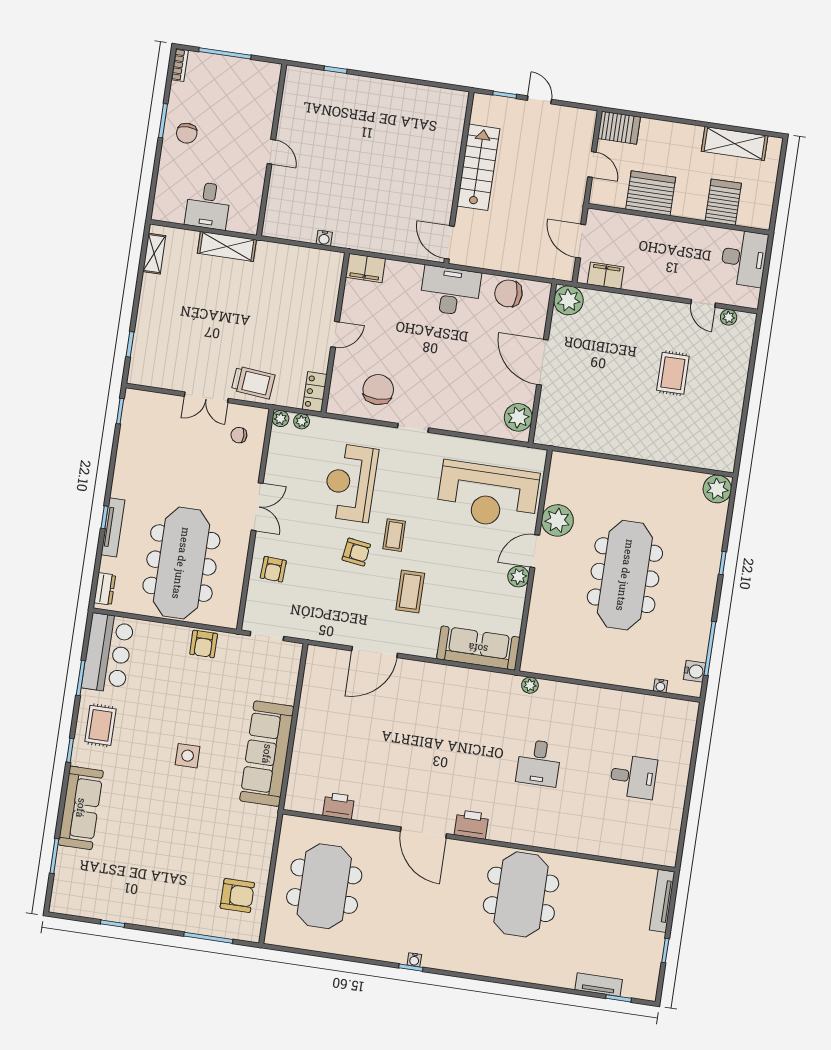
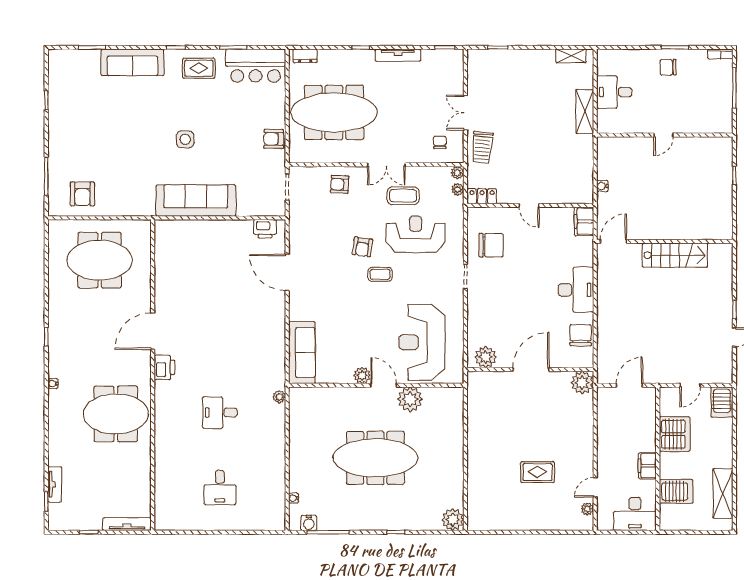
stairs: (478, 167) -> (675, 255), moved
wall: (459, 178) -> (665, 241), moved
door: (449, 242) -> (613, 241), moved
filing cabinet: (606, 276) -> (647, 466), moved, turned 180
tv unit: (113, 527) -> (398, 55), moved
coffee table: (410, 591) -> (403, 196), moved
printer: (339, 806) -> (265, 229), moved, turned 90
water cooler: (414, 960) -> (53, 384), moved

